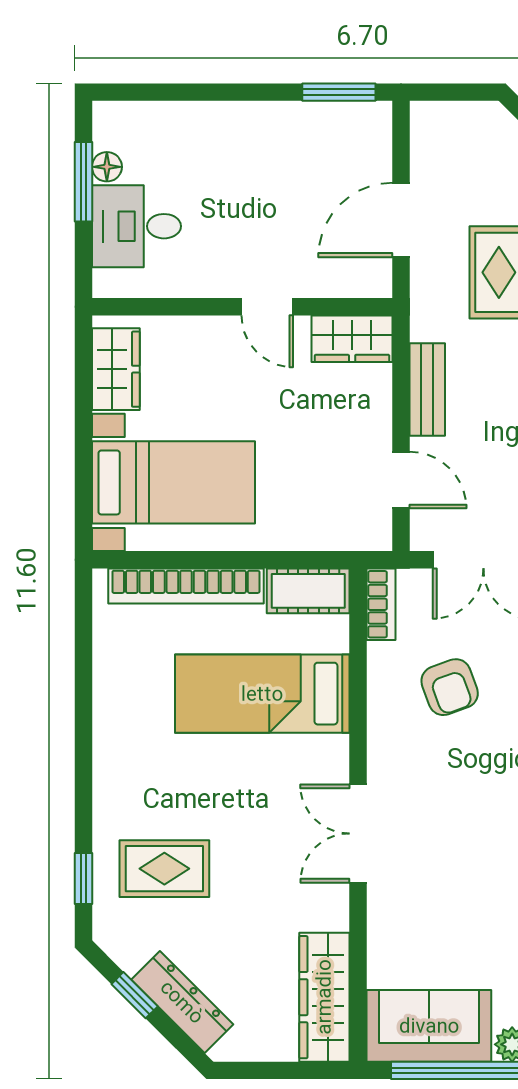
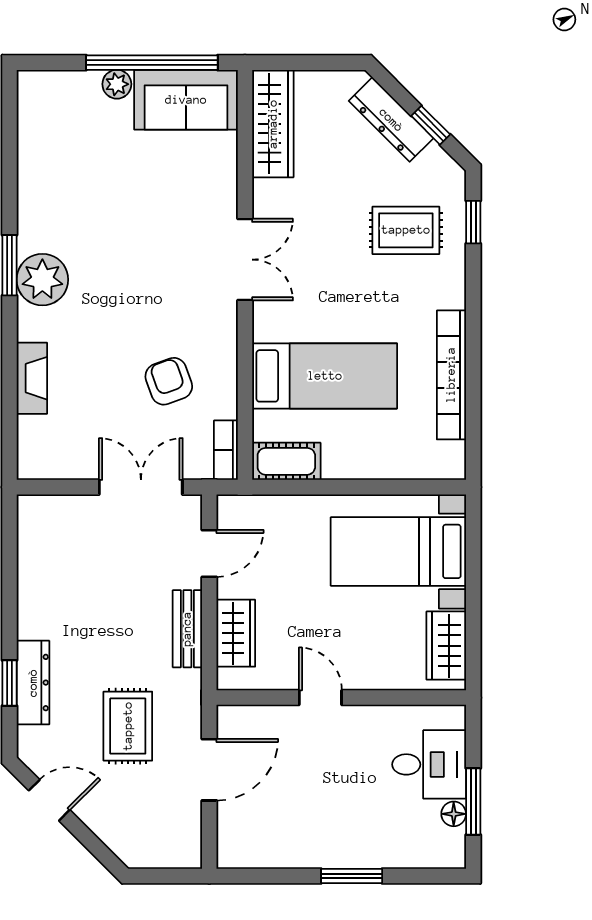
window: (339, 92) -> (352, 876), moved
wardrobe: (352, 339) -> (236, 633), moved, turned 90
door: (401, 480) -> (209, 553), swing flipped
bookcase: (186, 586) -> (451, 375), moved, turned -90

